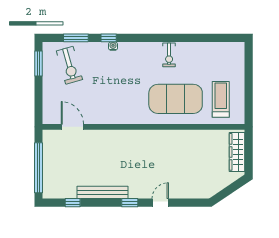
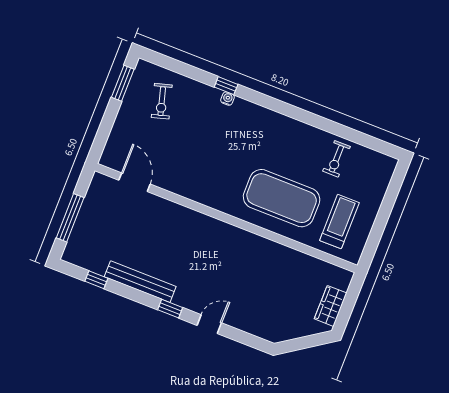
window: (76, 38) -> (184, 69), removed
exercise bike: (169, 55) -> (336, 159), moved
exercise bike: (69, 65) -> (162, 101), width x0.73, depth x0.72
wardrobe: (237, 152) -> (331, 306), width x0.67
window: (38, 168) -> (70, 218), width x0.68

